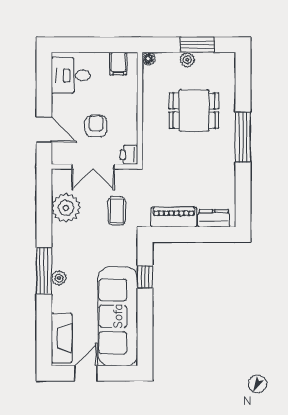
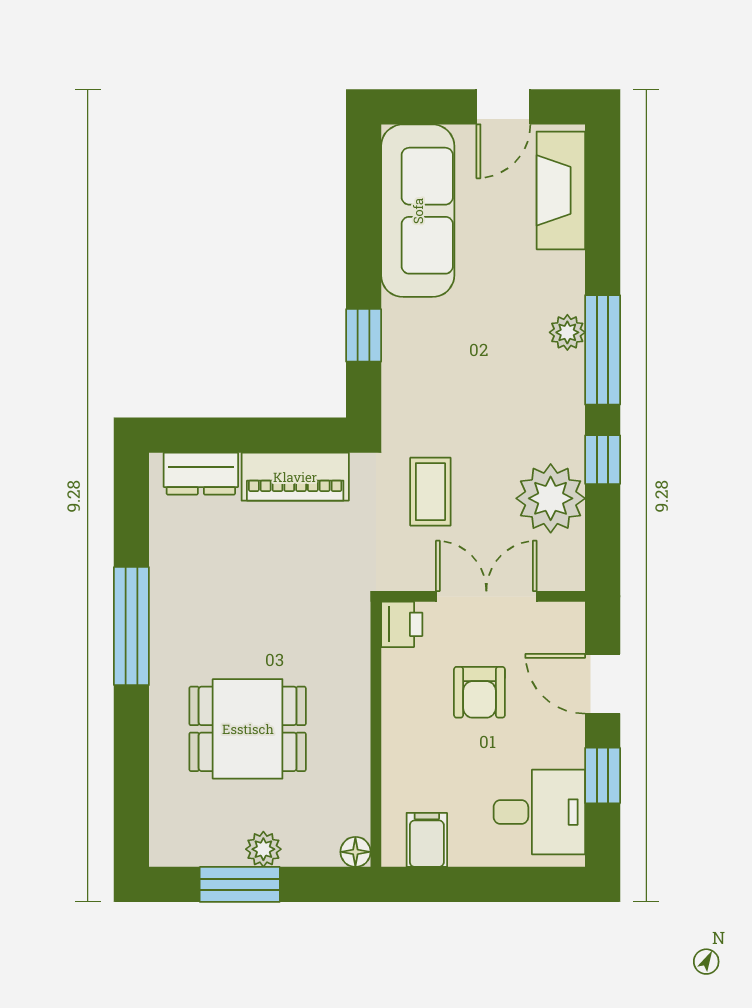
window: (44, 91) -> (603, 775), added
window: (243, 137) -> (131, 626), moved
window: (44, 224) -> (603, 460), added
sofa: (118, 316) -> (418, 211), width x0.74, depth x0.79

